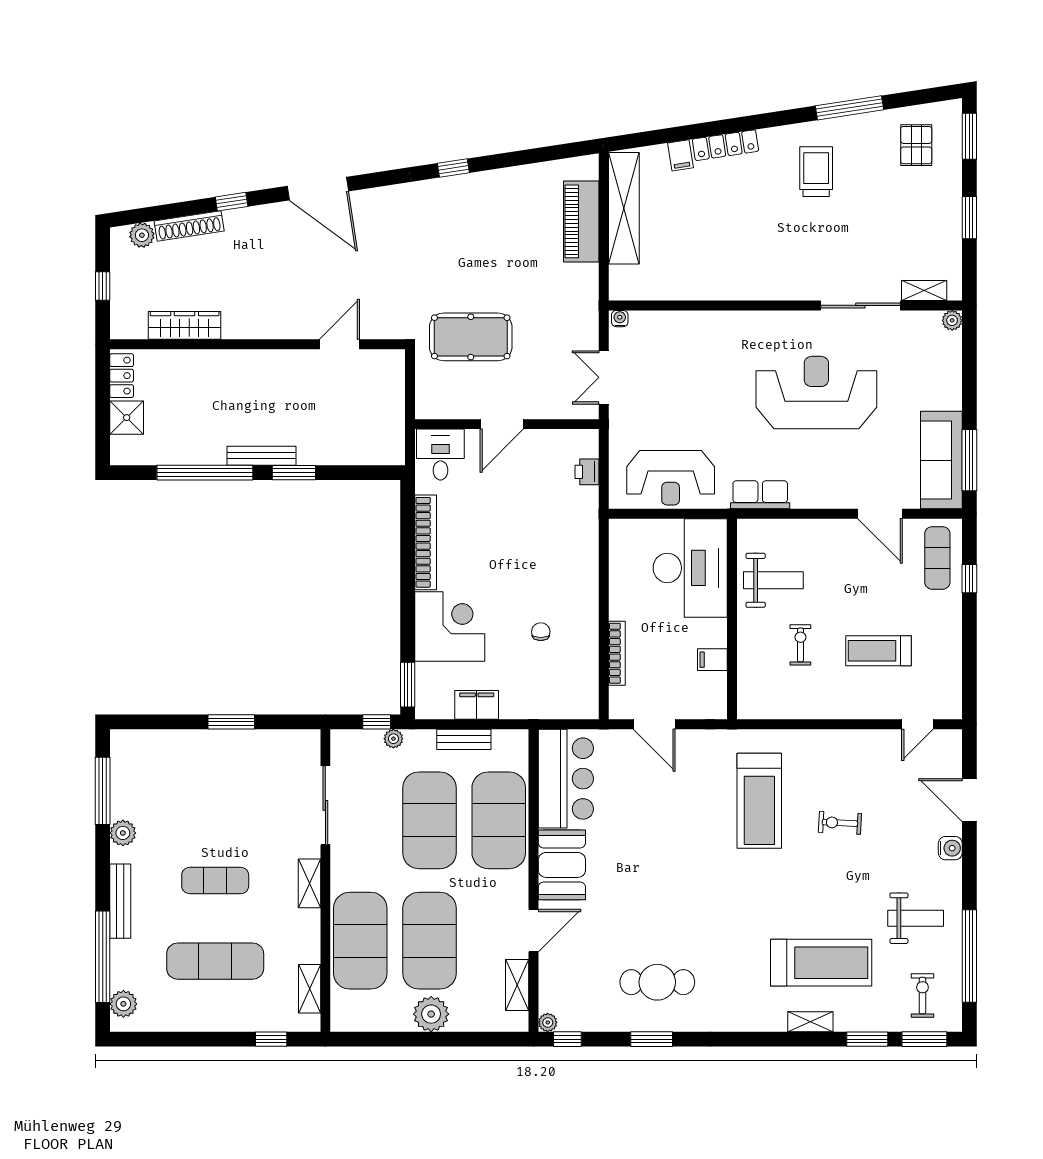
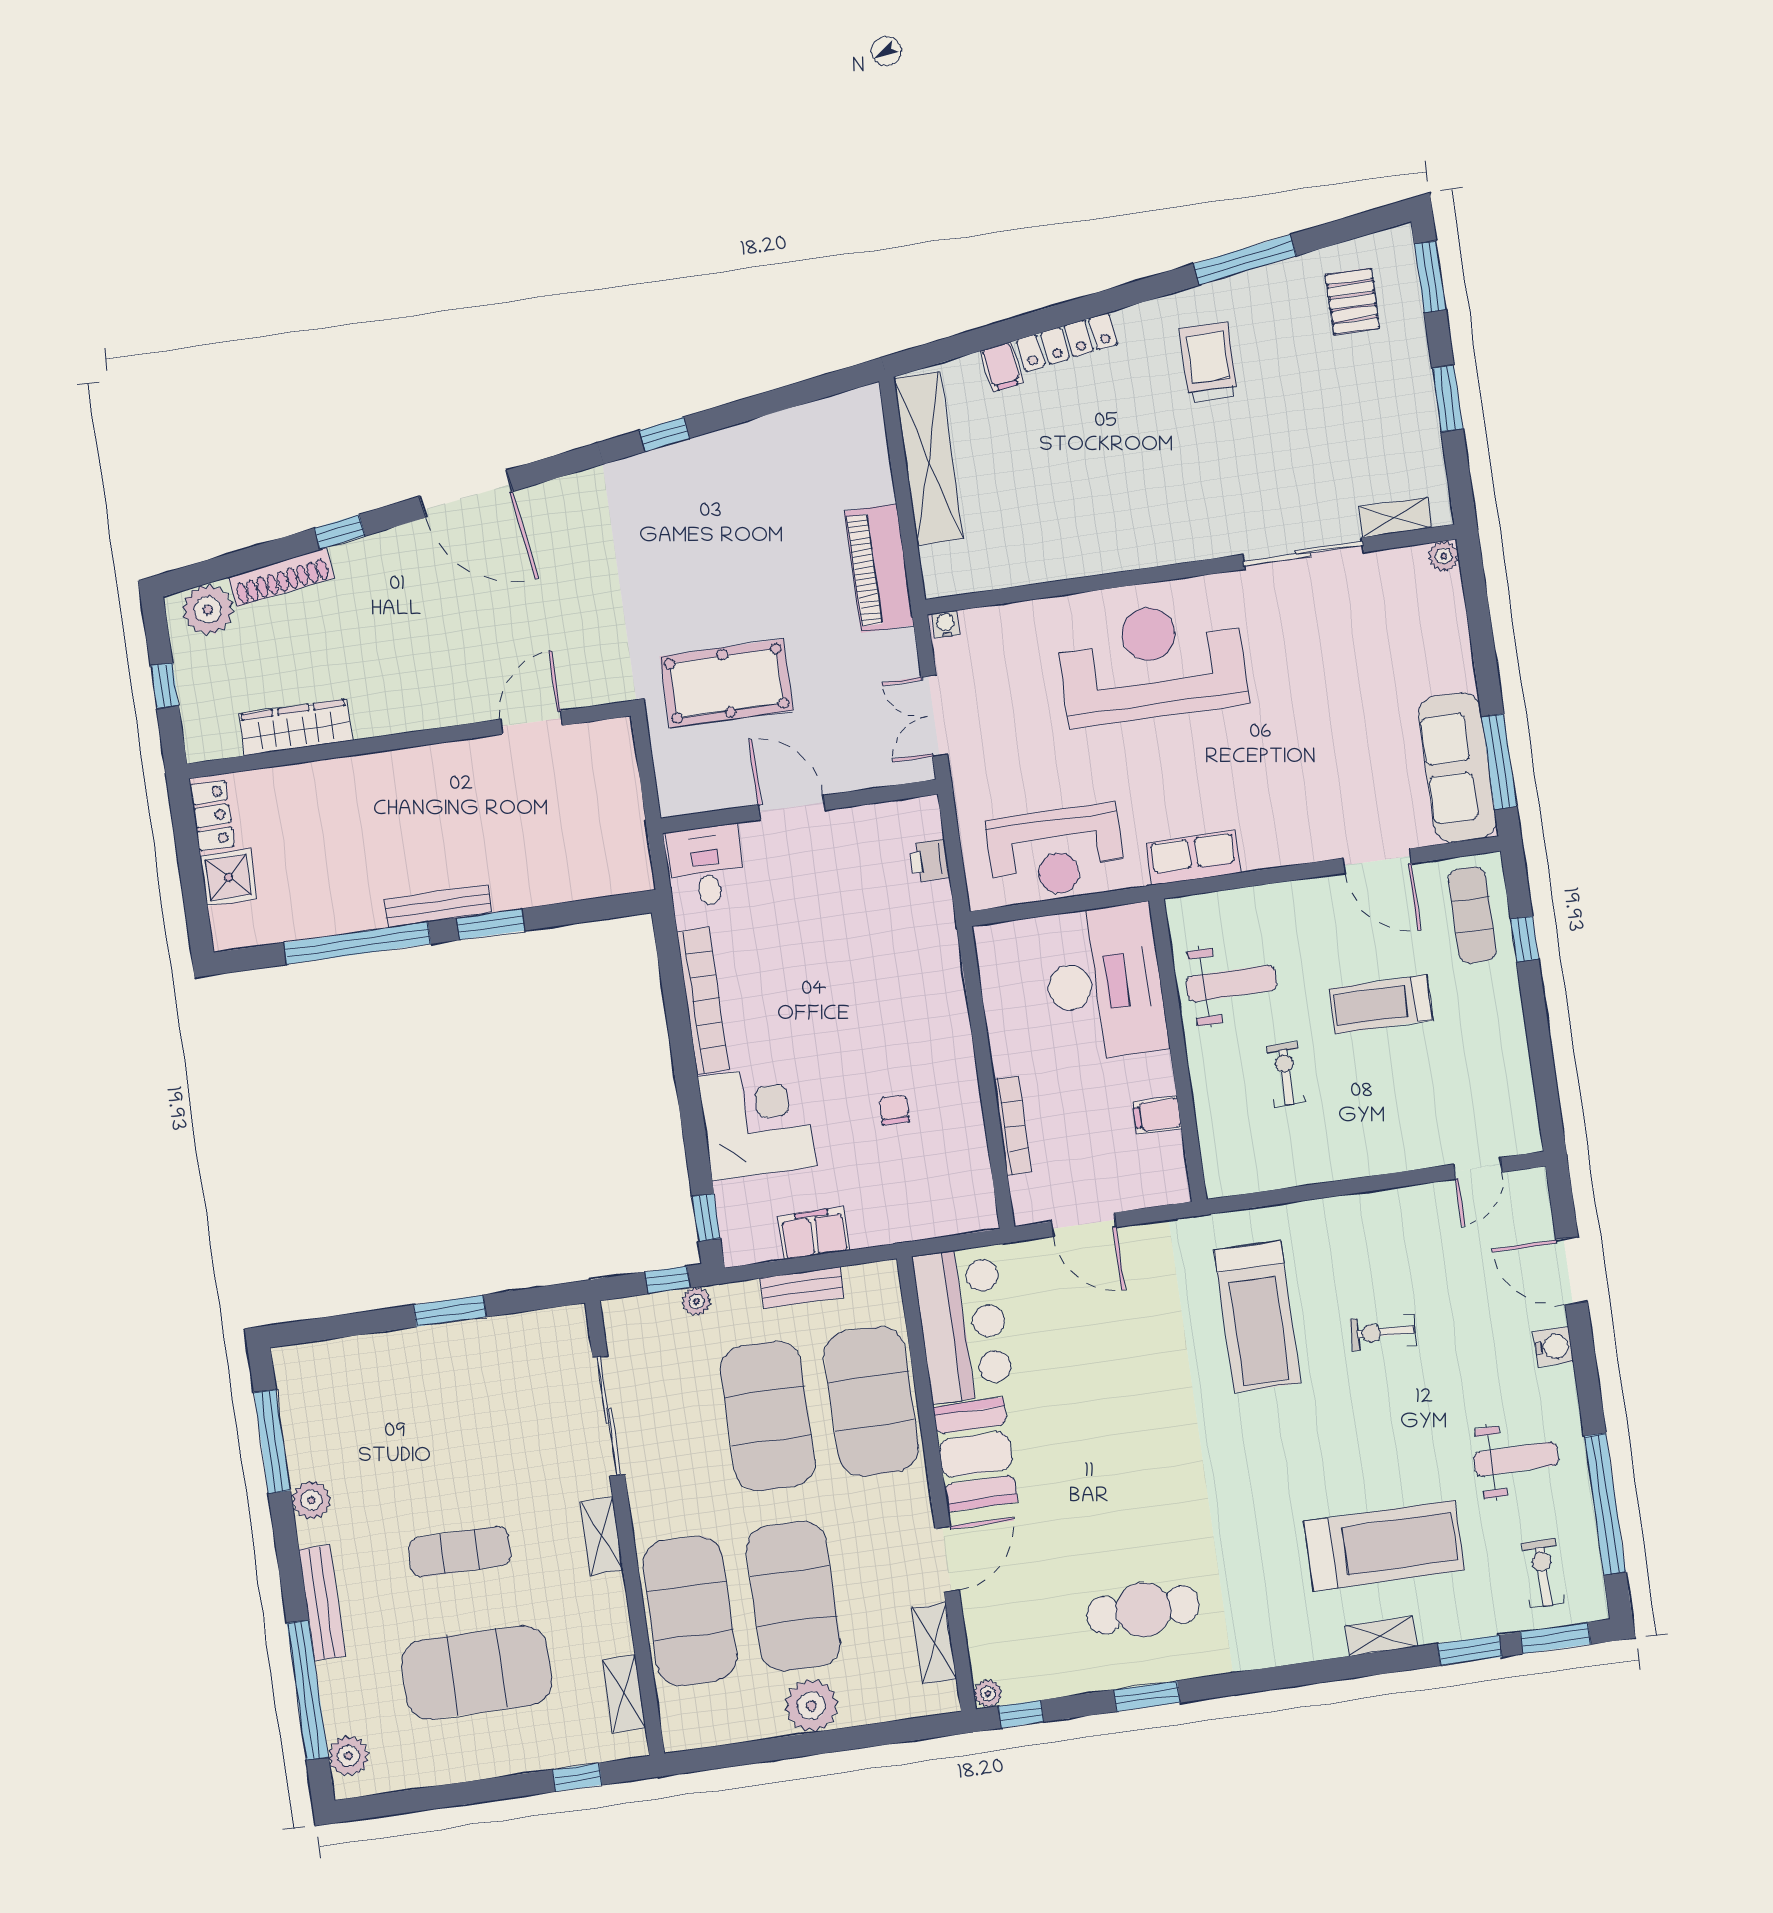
piano: (581, 221) -> (879, 568), moved
plant: (142, 235) -> (208, 610), width x1.36, depth x1.36
reception desk: (816, 393) -> (1152, 662), moved
door: (502, 424) -> (791, 807), swing flipped
treadmill: (879, 651) -> (1381, 1004), moved
window: (408, 685) -> (706, 1218), width x0.67
exercise mat: (215, 961) -> (477, 1672), width x1.47

